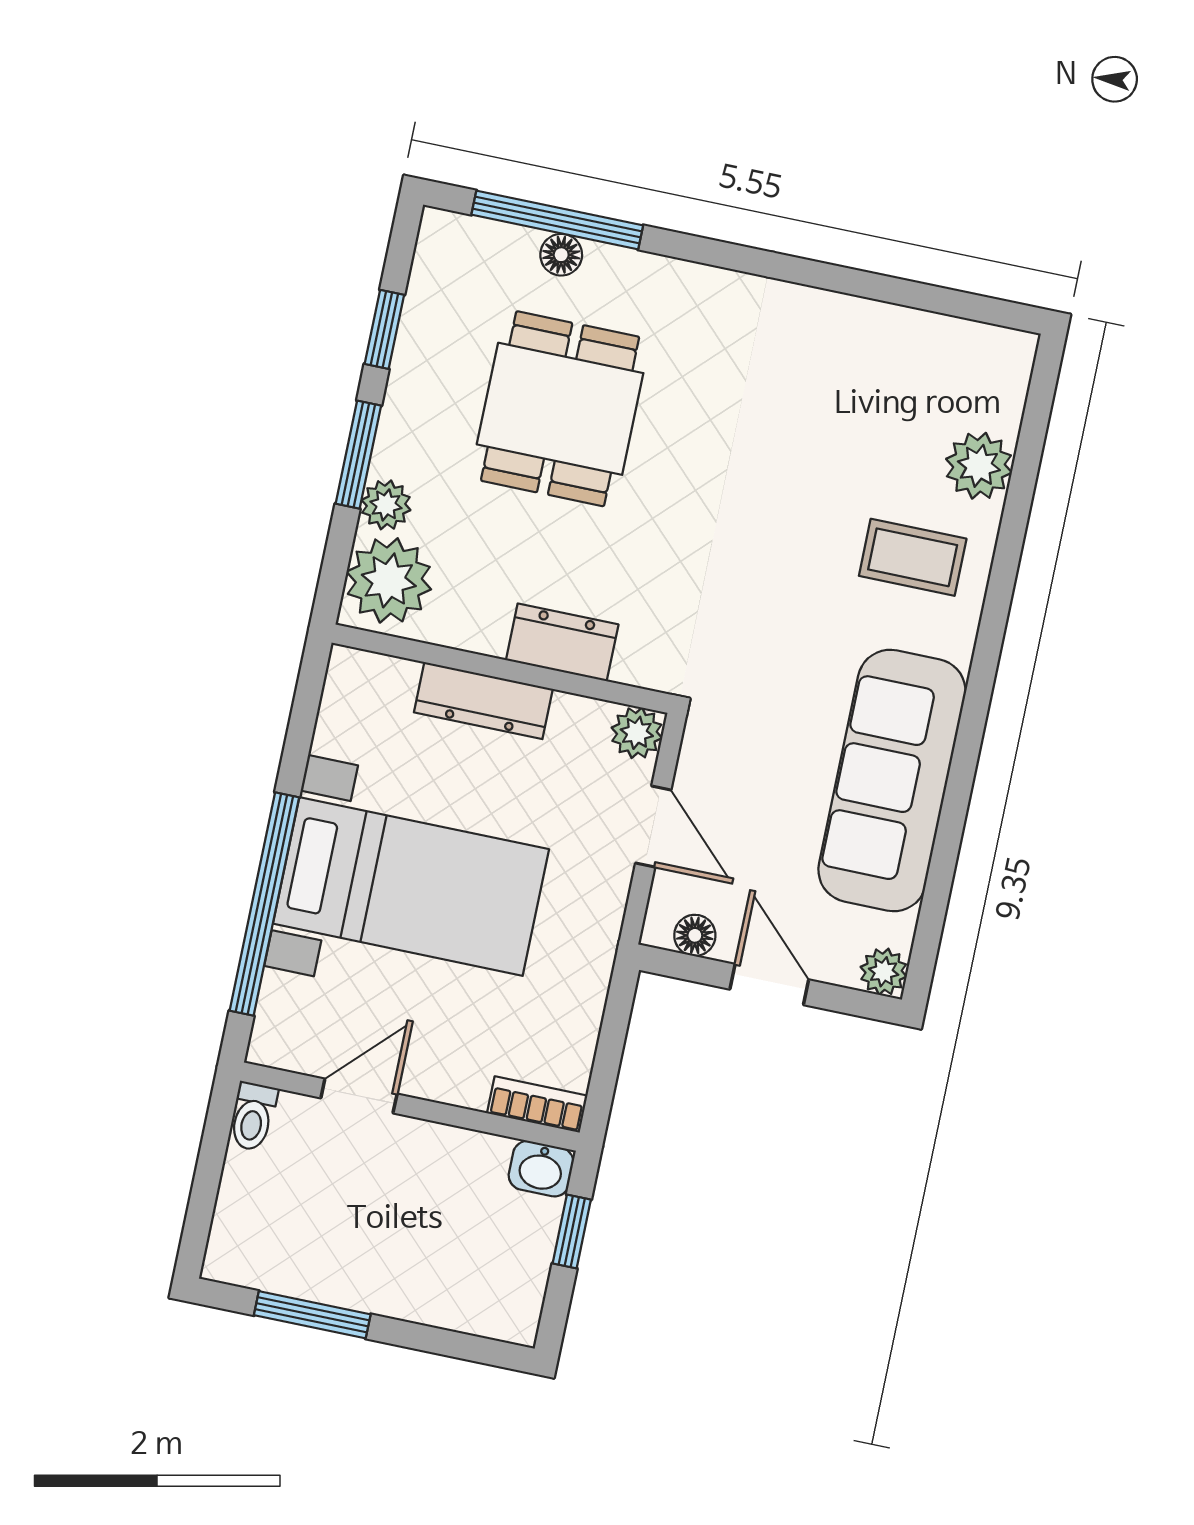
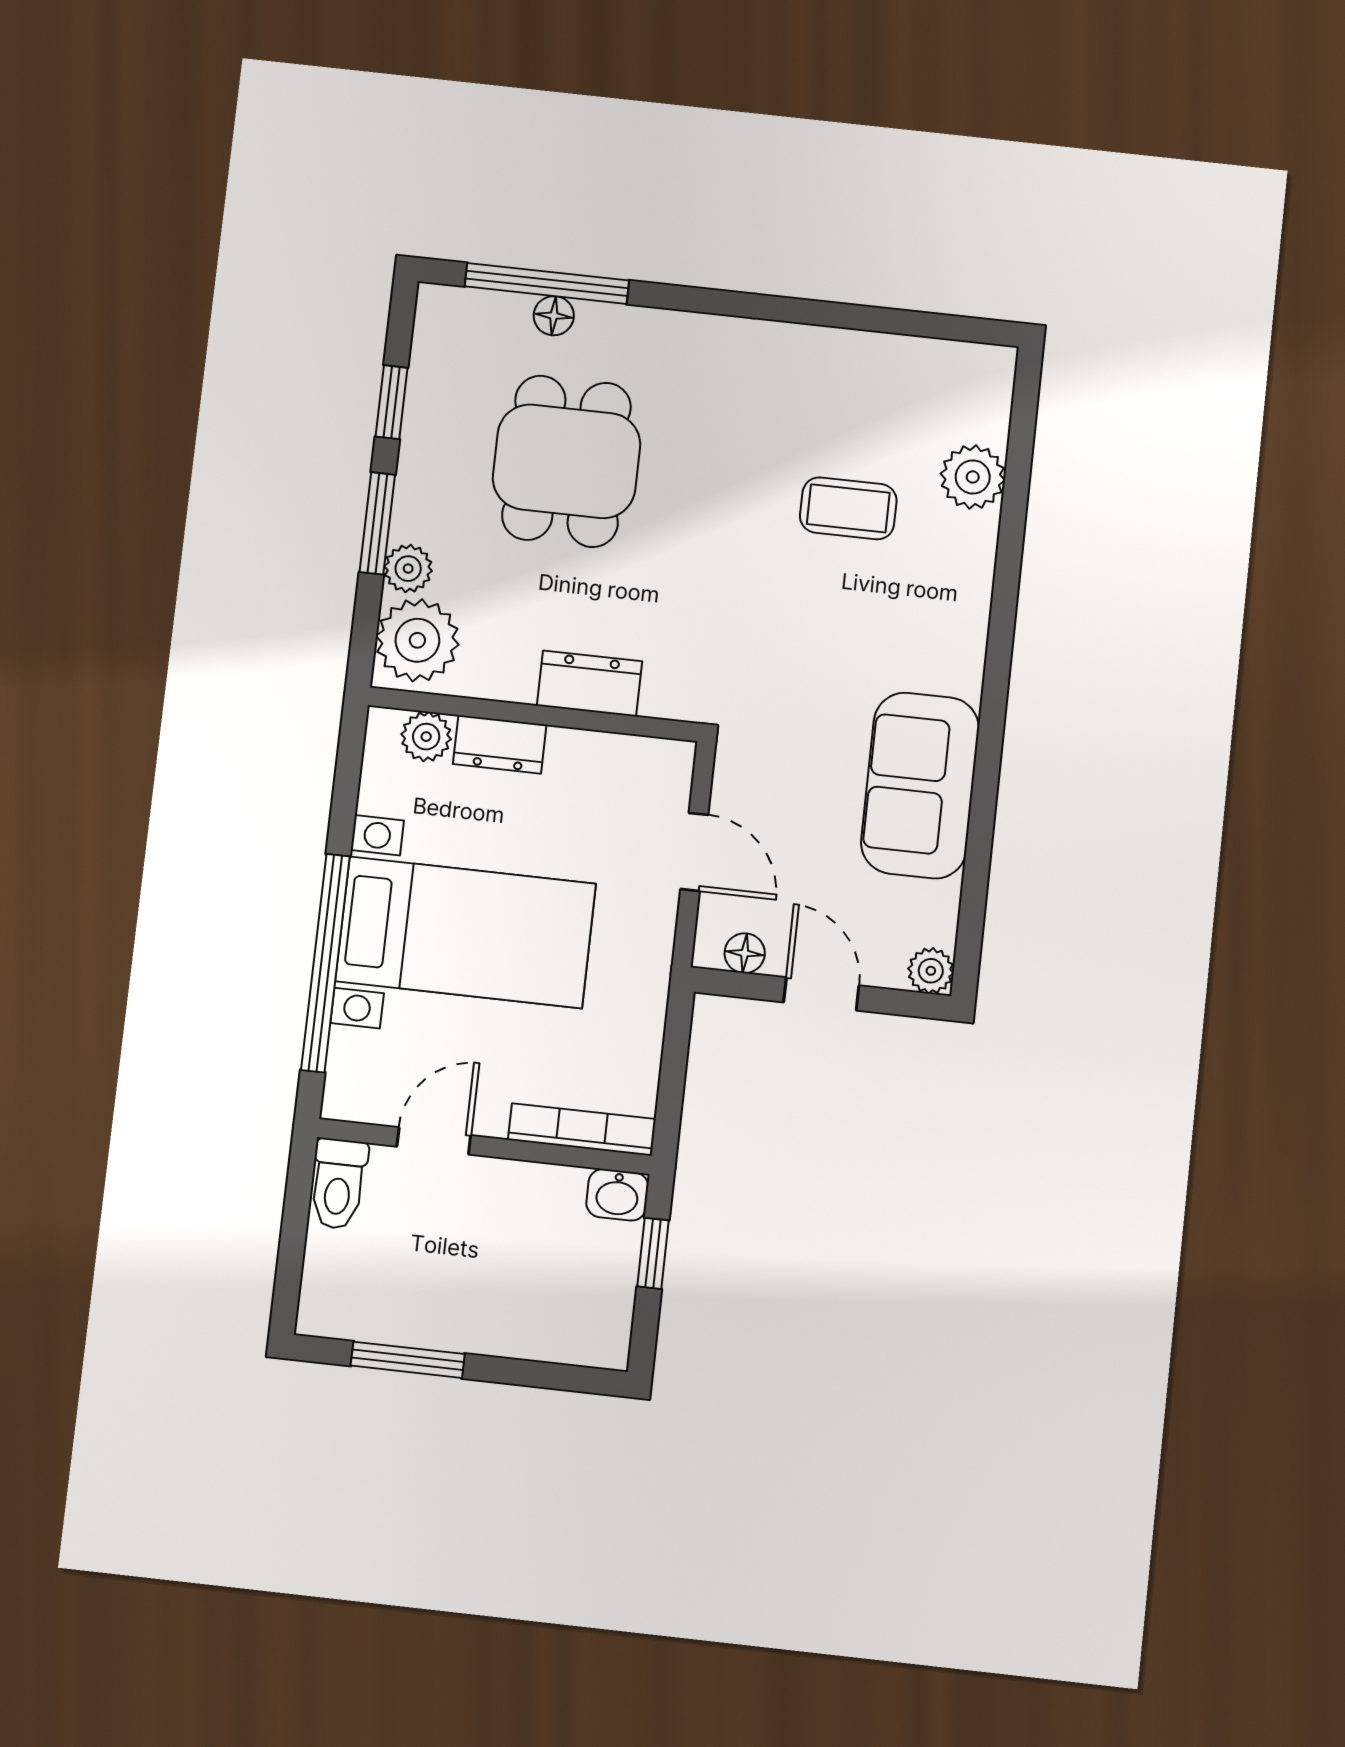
coffee table: (913, 557) -> (848, 508), moved
dresser: (483, 701) -> (500, 744), width x0.70
plant: (637, 733) -> (426, 737), moved
sofa: (892, 780) -> (920, 785), width x0.73
bookcase: (537, 1104) -> (582, 1129), width x1.56
toilet: (253, 1116) -> (338, 1184), width x1.37, depth x1.39

